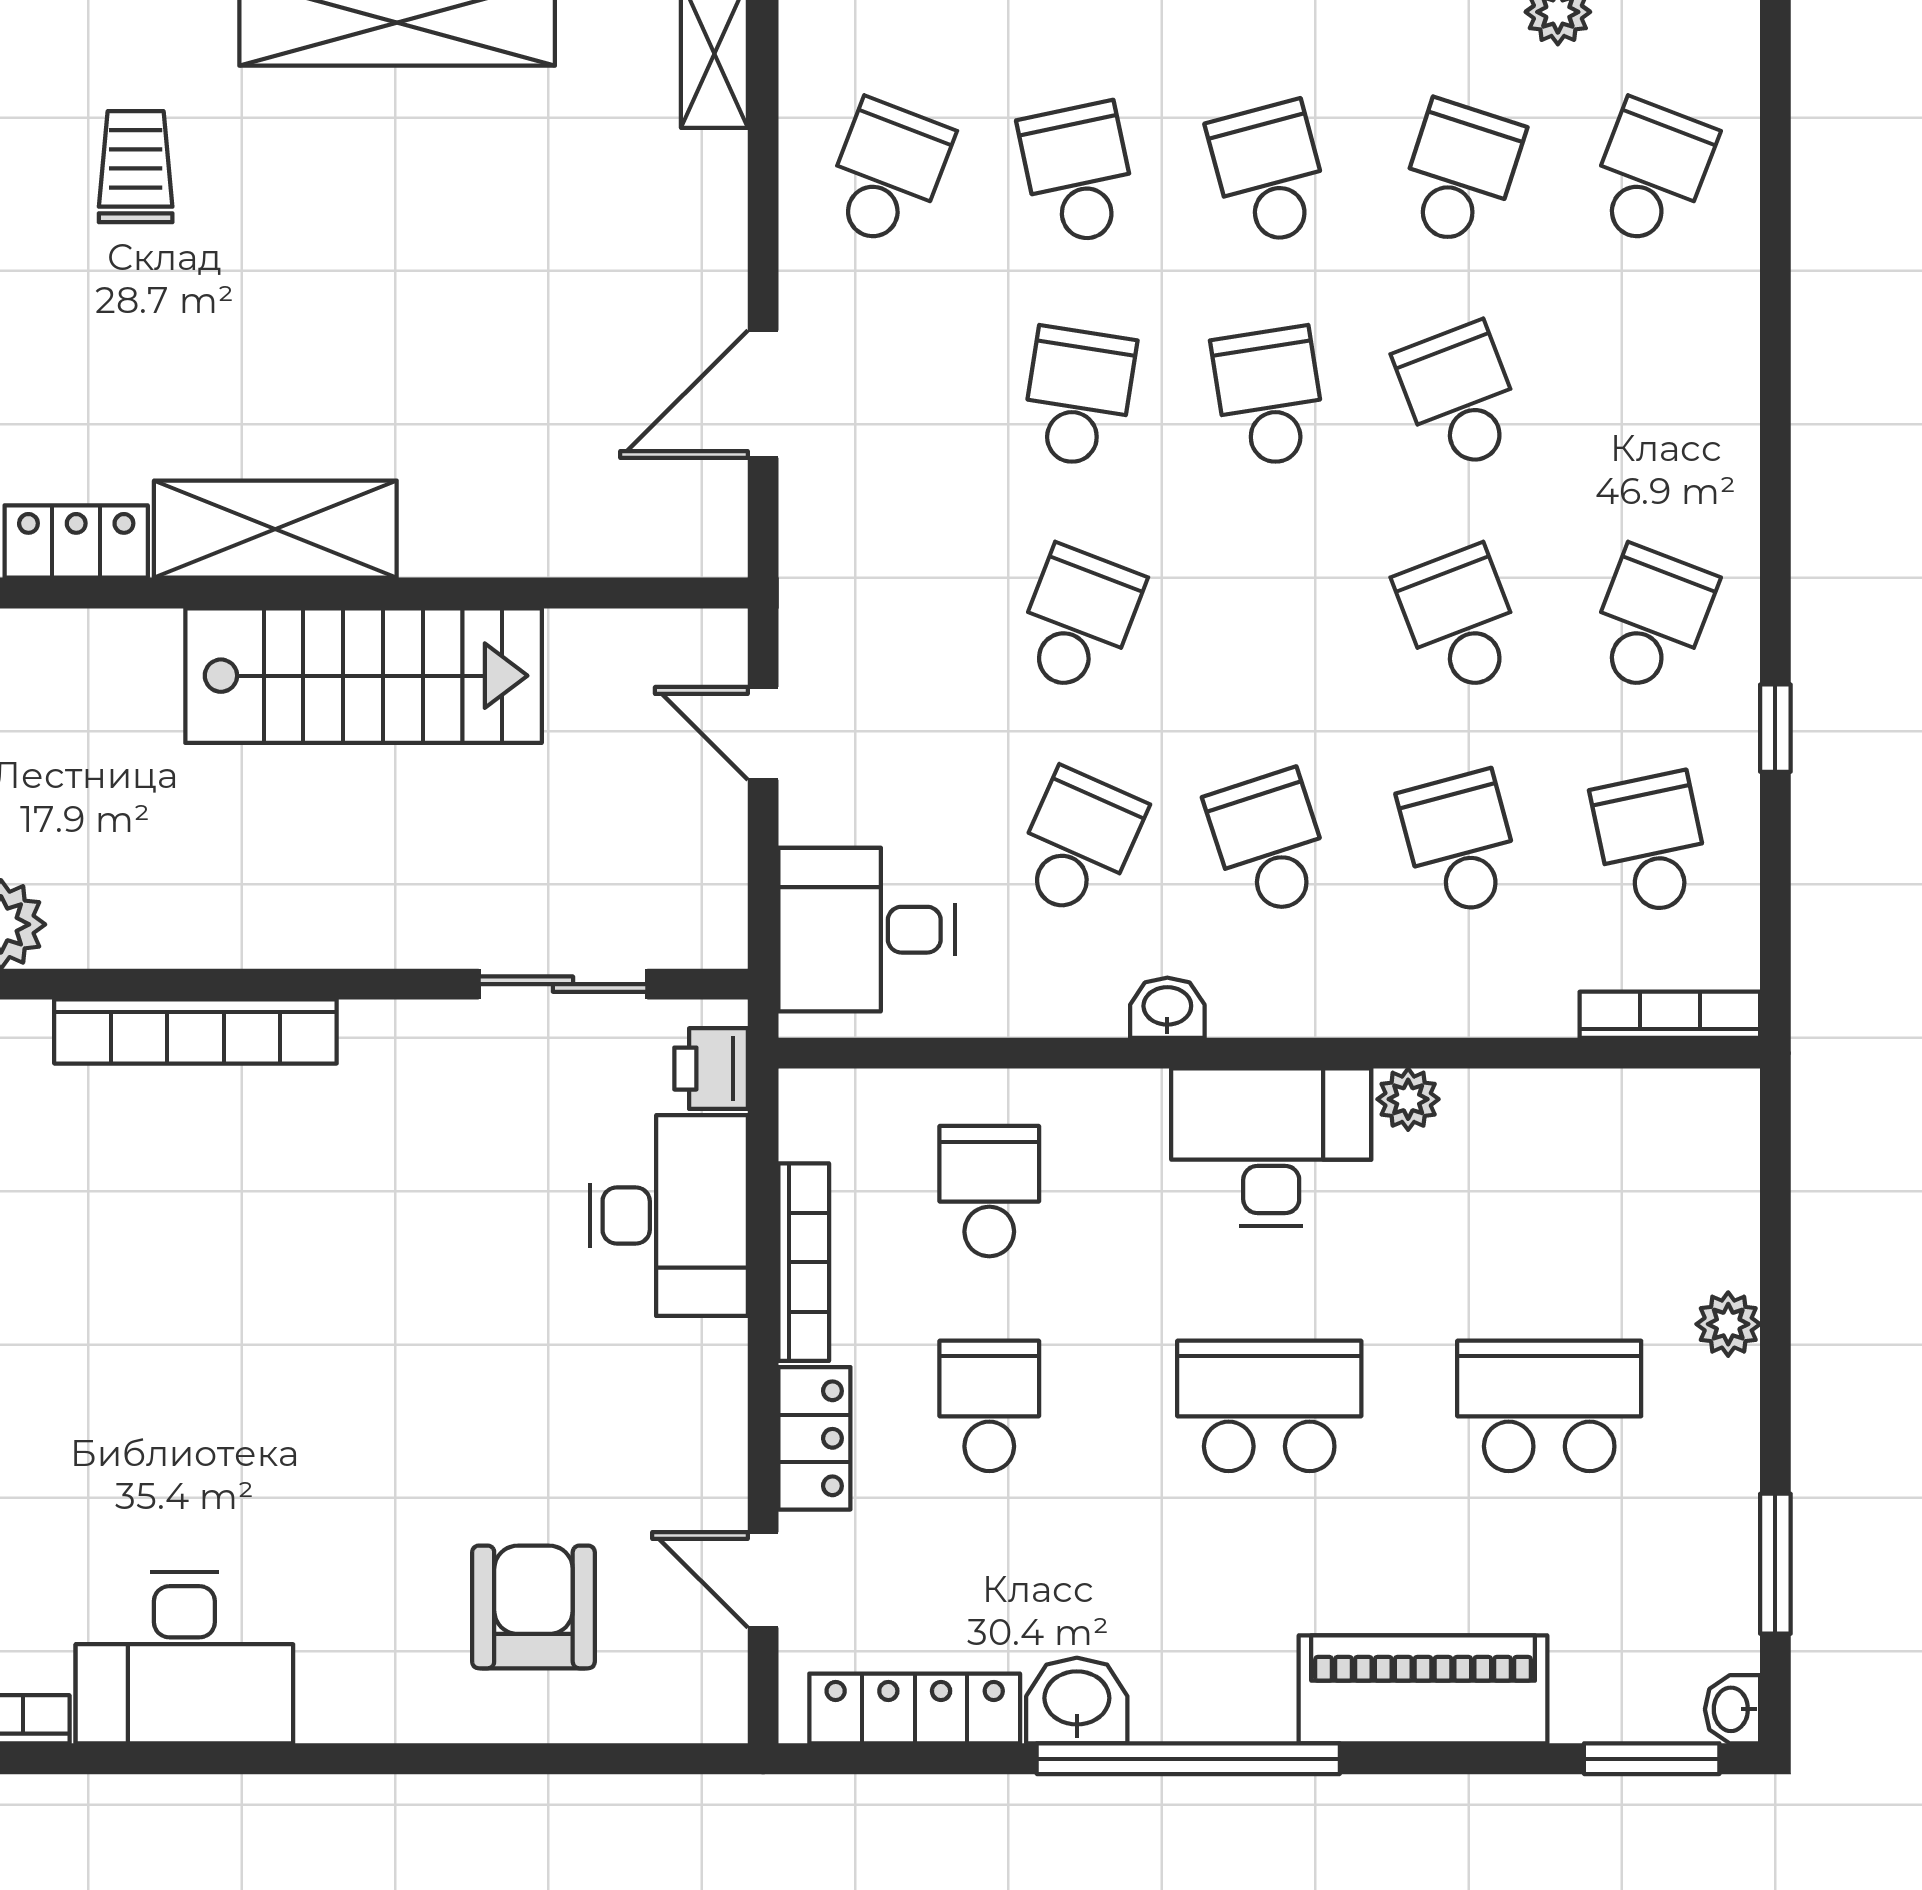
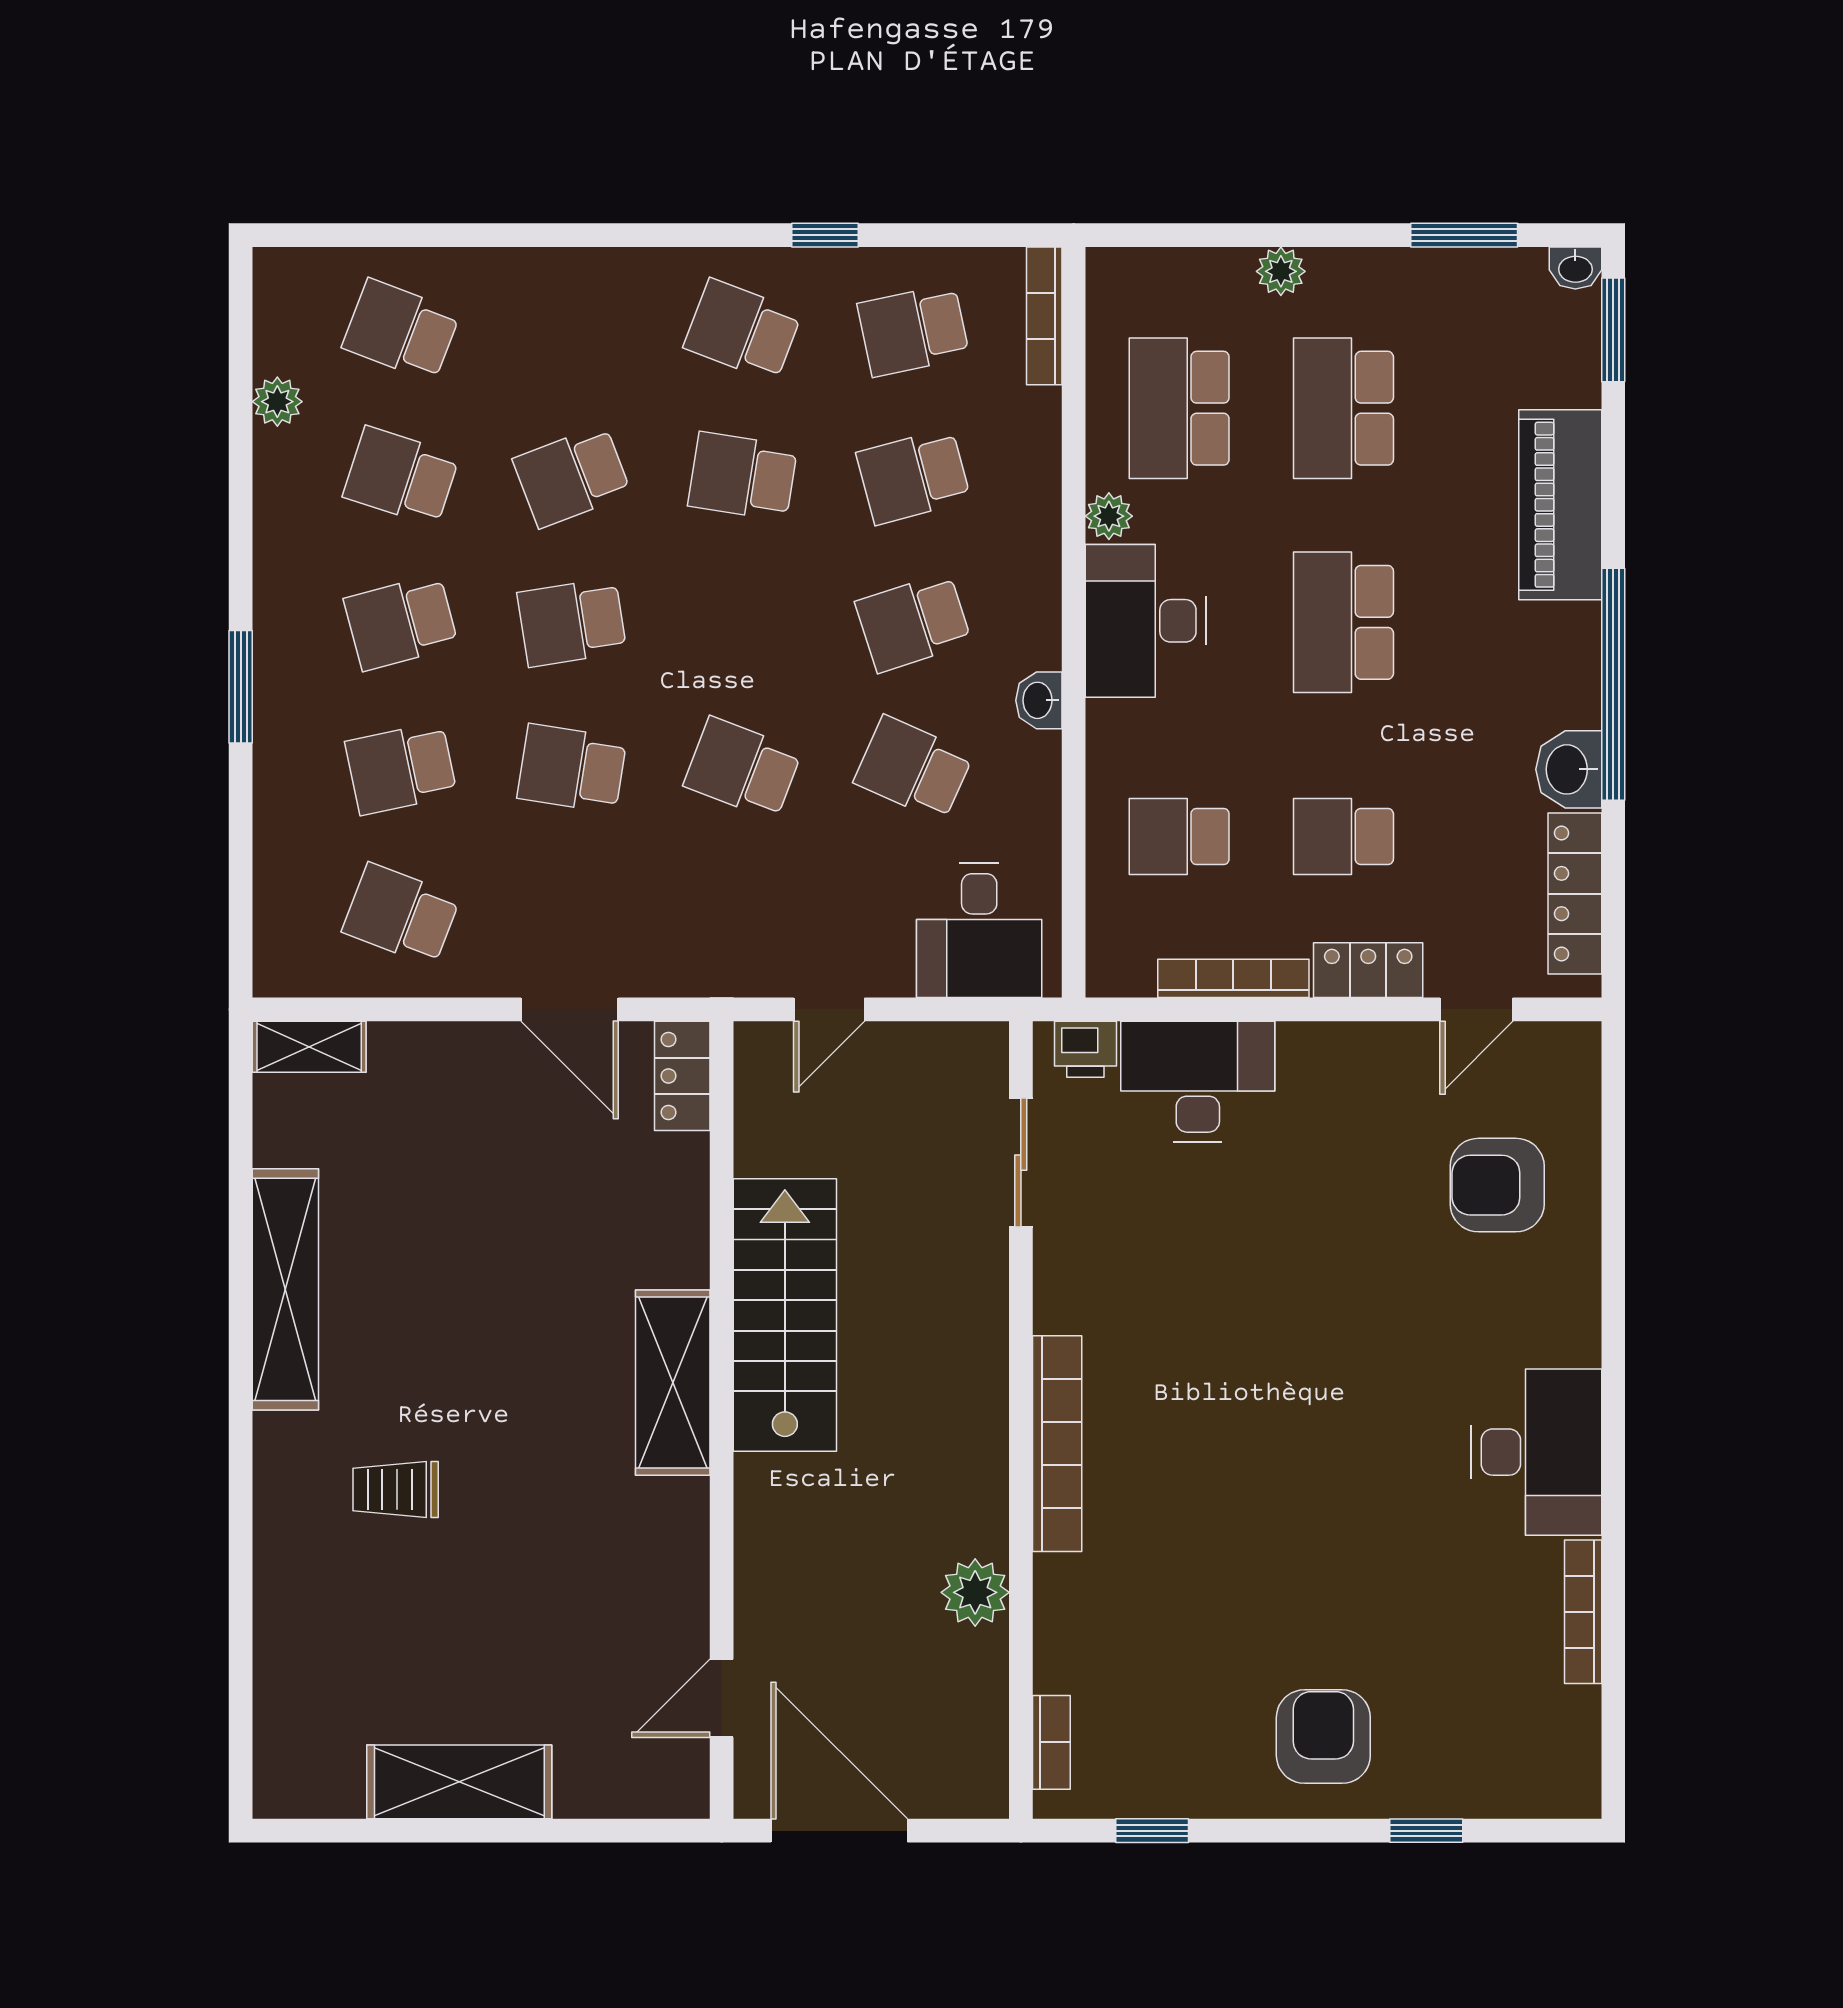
locker: (76, 542) -> (682, 1076), moved
school desk: (1460, 620) -> (743, 476), turned 30
school desk: (1549, 1191) -> (1179, 408), added

